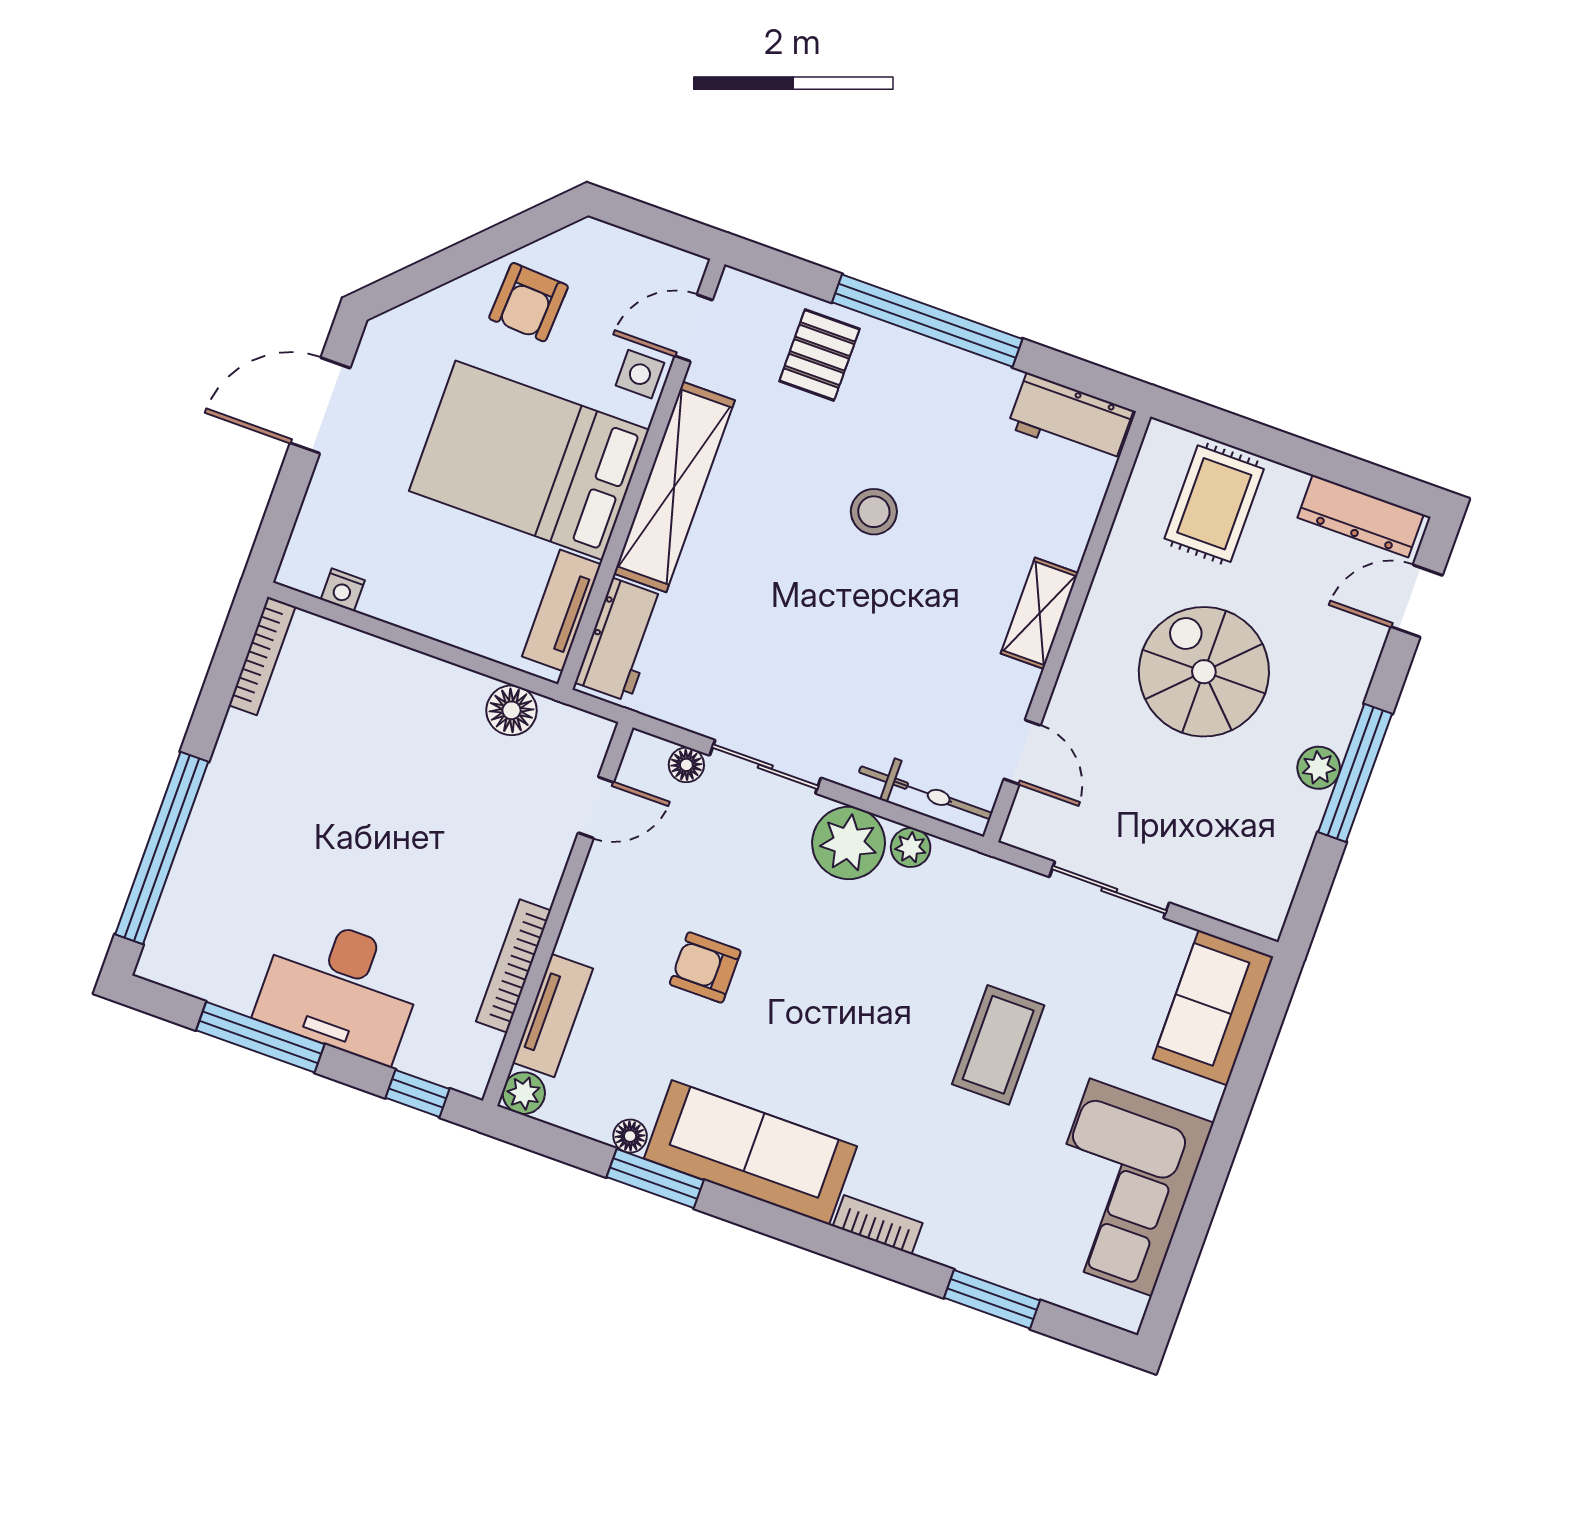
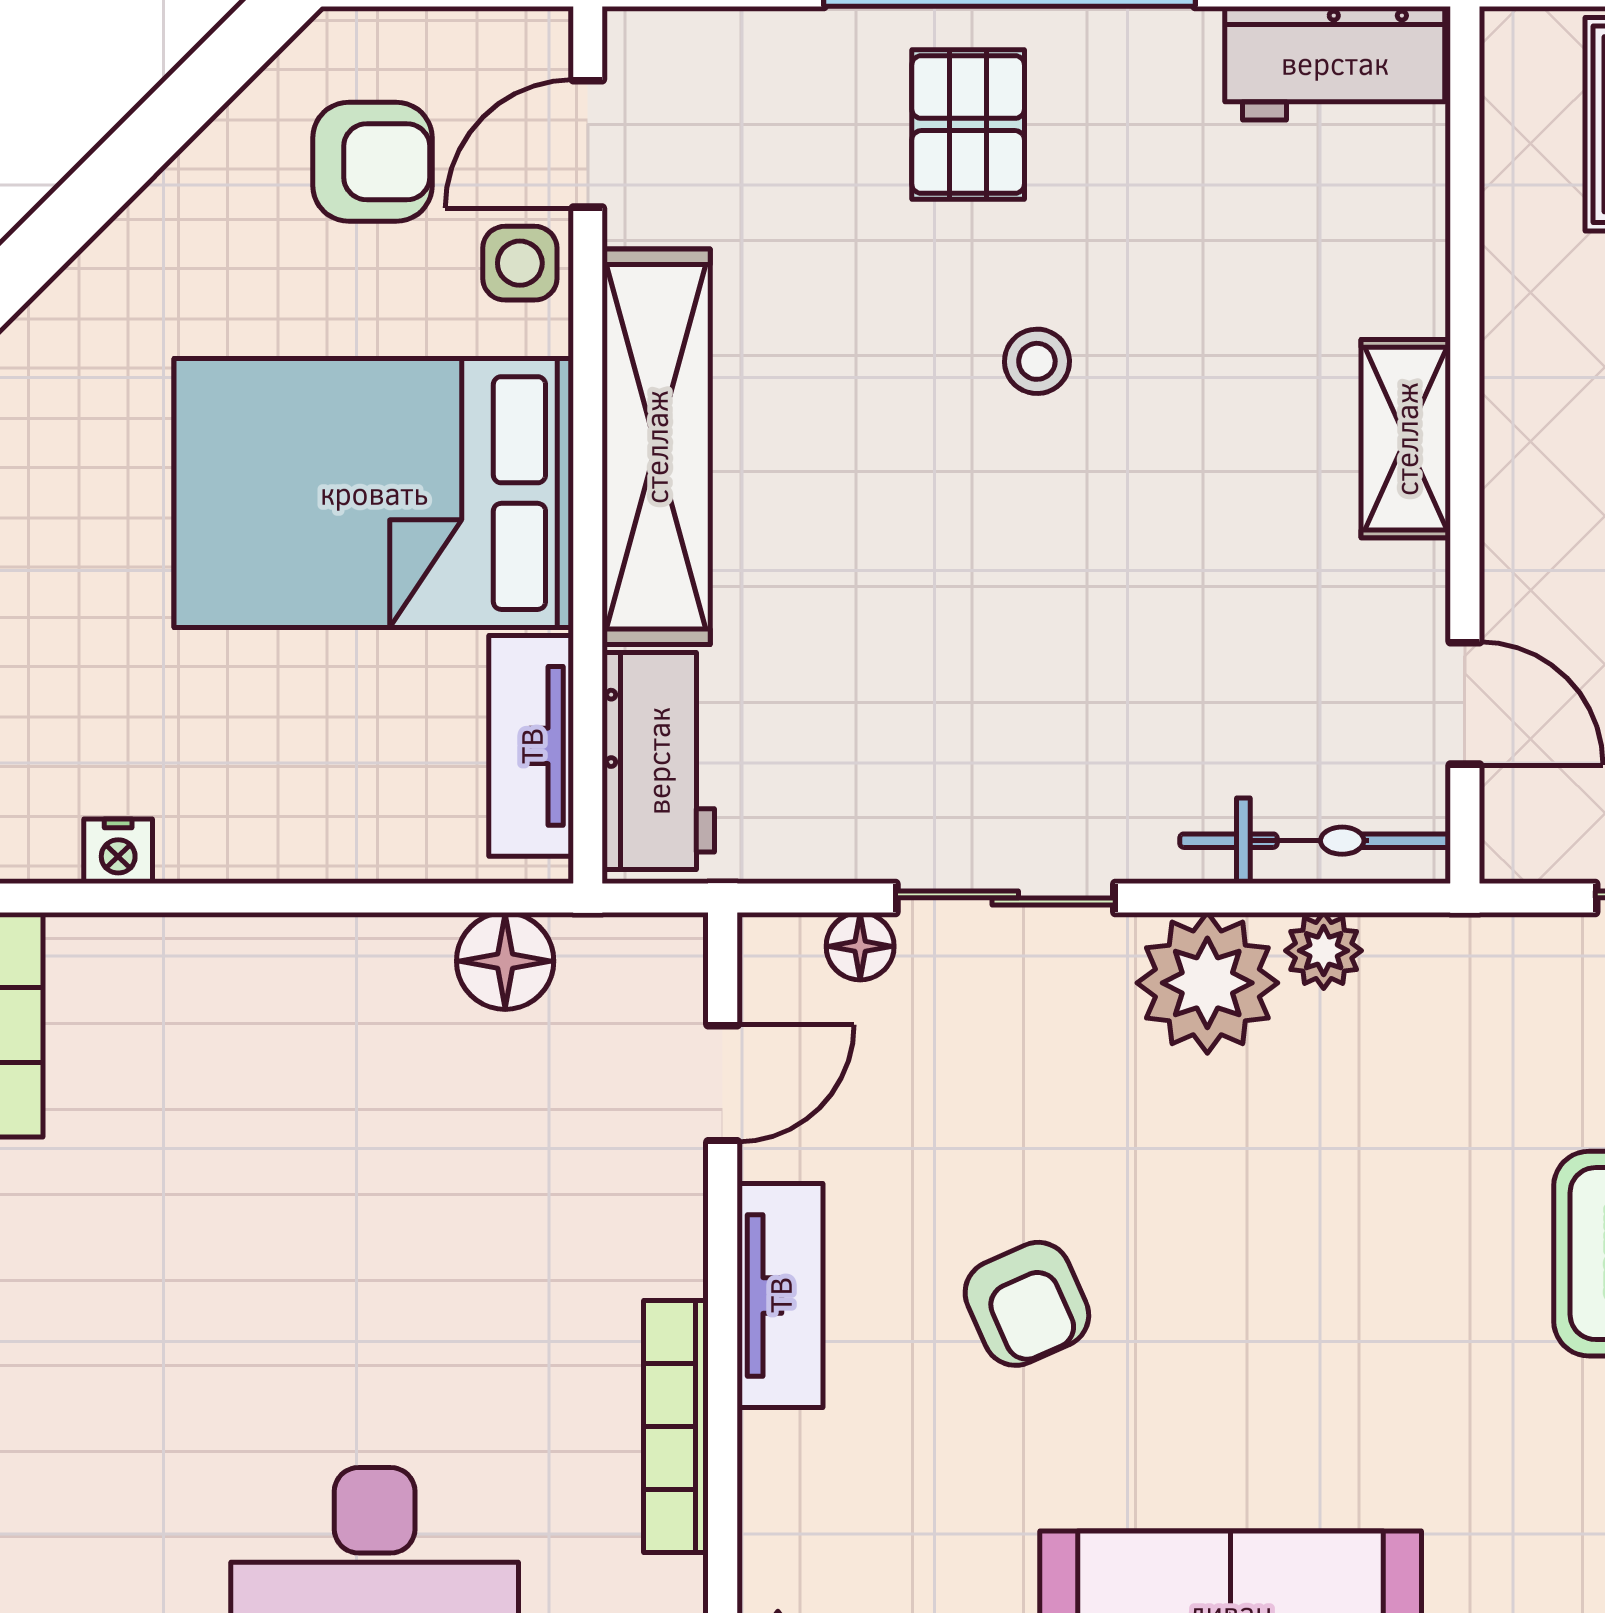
armchair: (529, 302) -> (372, 162), moved, turned -93
pallet: (819, 355) -> (968, 124), moved
stool: (874, 512) -> (1037, 361), width x0.73, depth x0.73
armchair: (705, 967) -> (1027, 1304), turned -114
tv unit: (553, 1016) -> (780, 1295), moved

